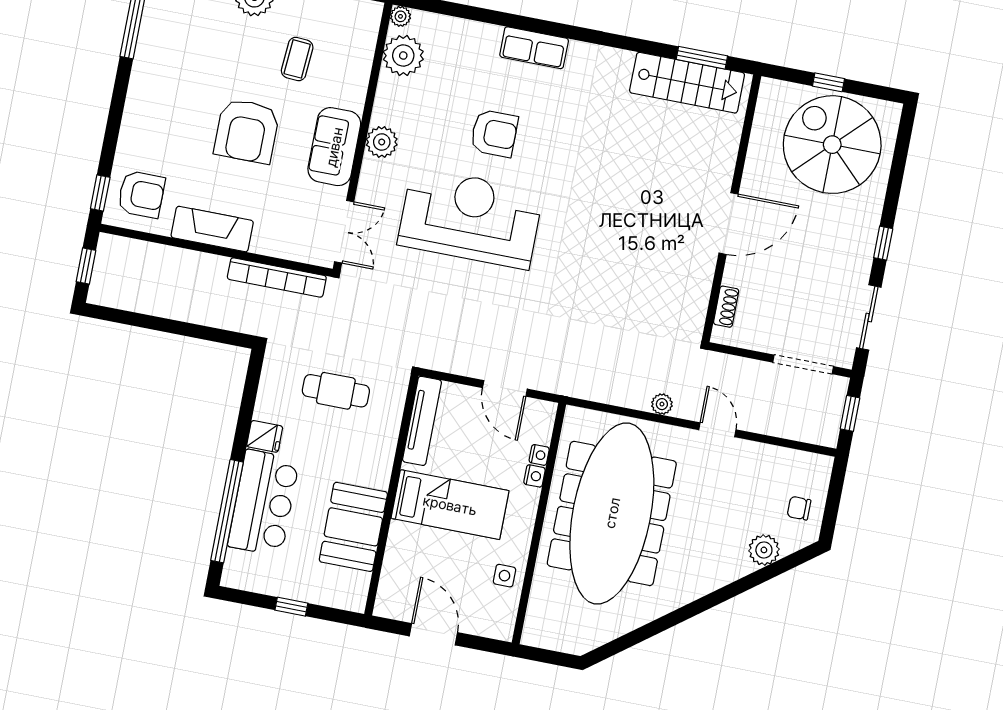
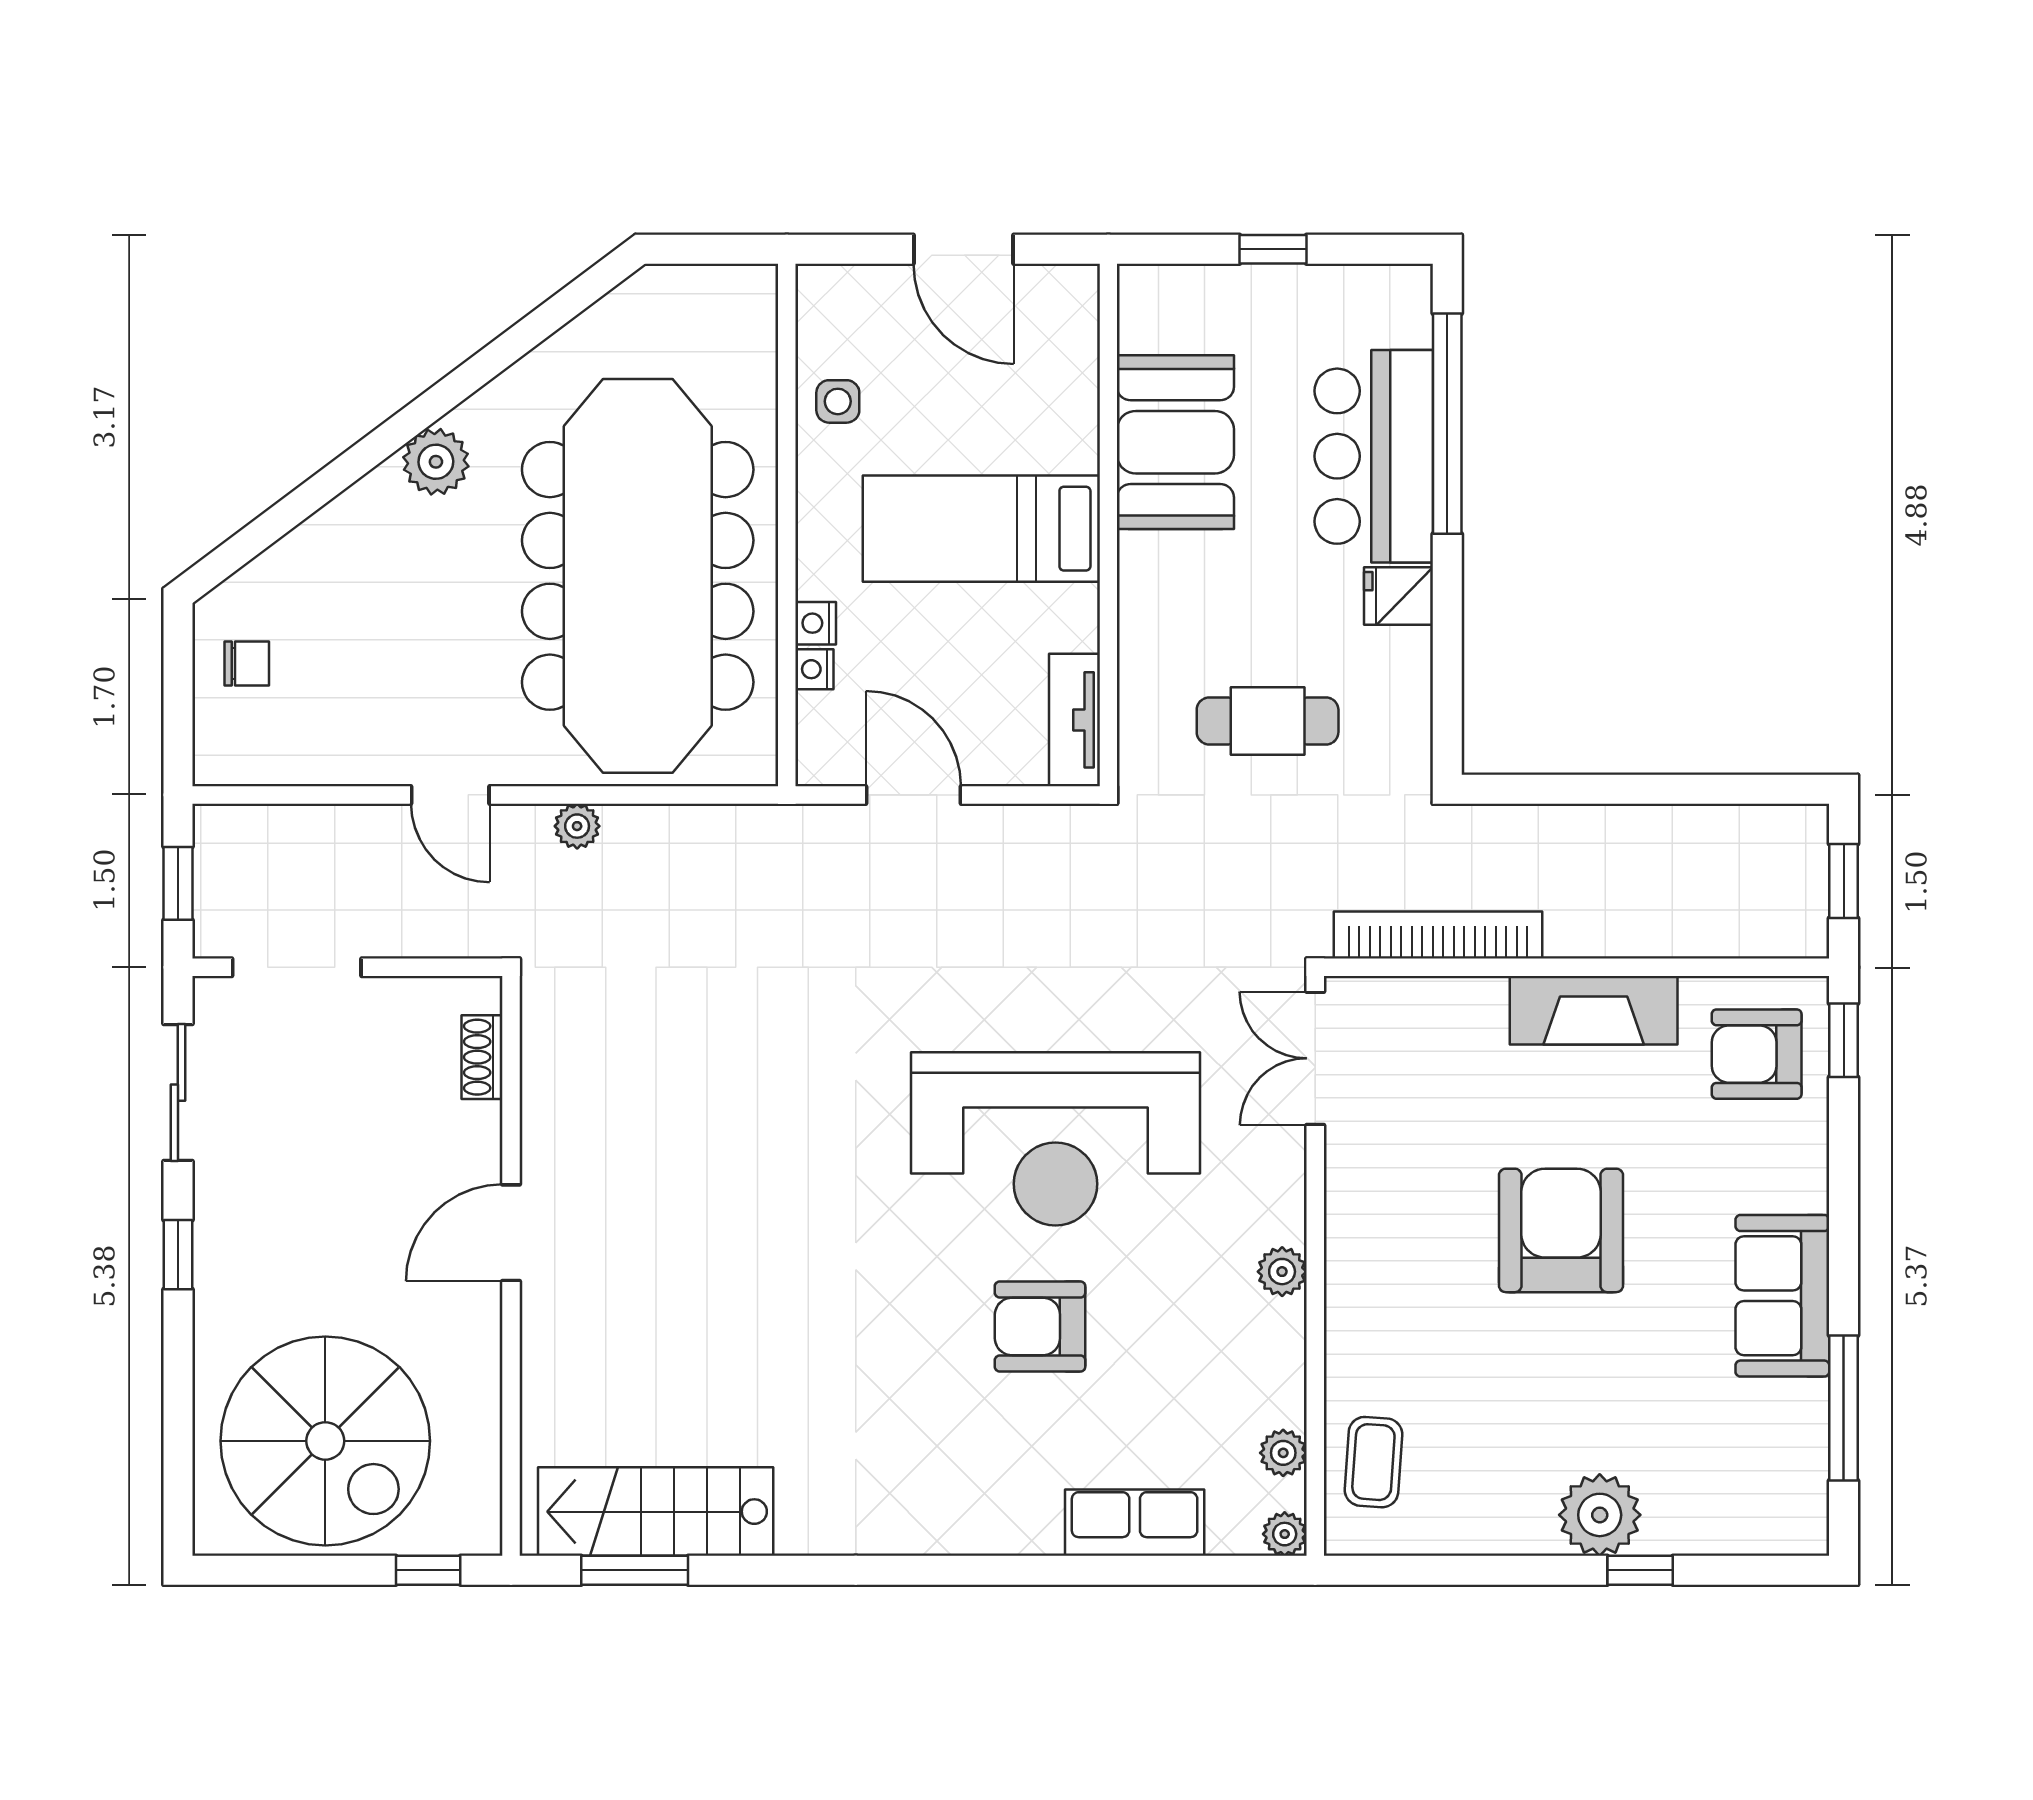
row of seats: (534, 48) -> (1135, 1523), moved
plant: (403, 56) -> (1283, 1453), width x0.53, depth x0.53
coffee table: (297, 59) -> (1373, 1462), moved
window: (828, 82) -> (428, 1570), moved
plant: (382, 142) -> (1282, 1272), width x0.73, depth x0.73
sofa: (334, 147) -> (1782, 1296), moved, turned 180
door: (728, 224) -> (511, 1233), width x0.73
tv unit: (422, 421) -> (1074, 720), width x0.71
plant: (764, 550) -> (436, 462), moved

